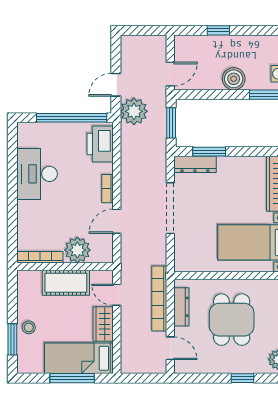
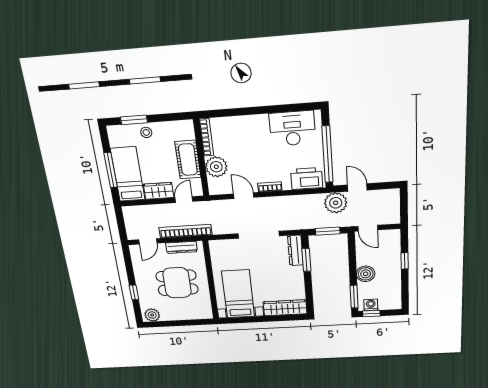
desk: (37, 174) -> (292, 128), moved

